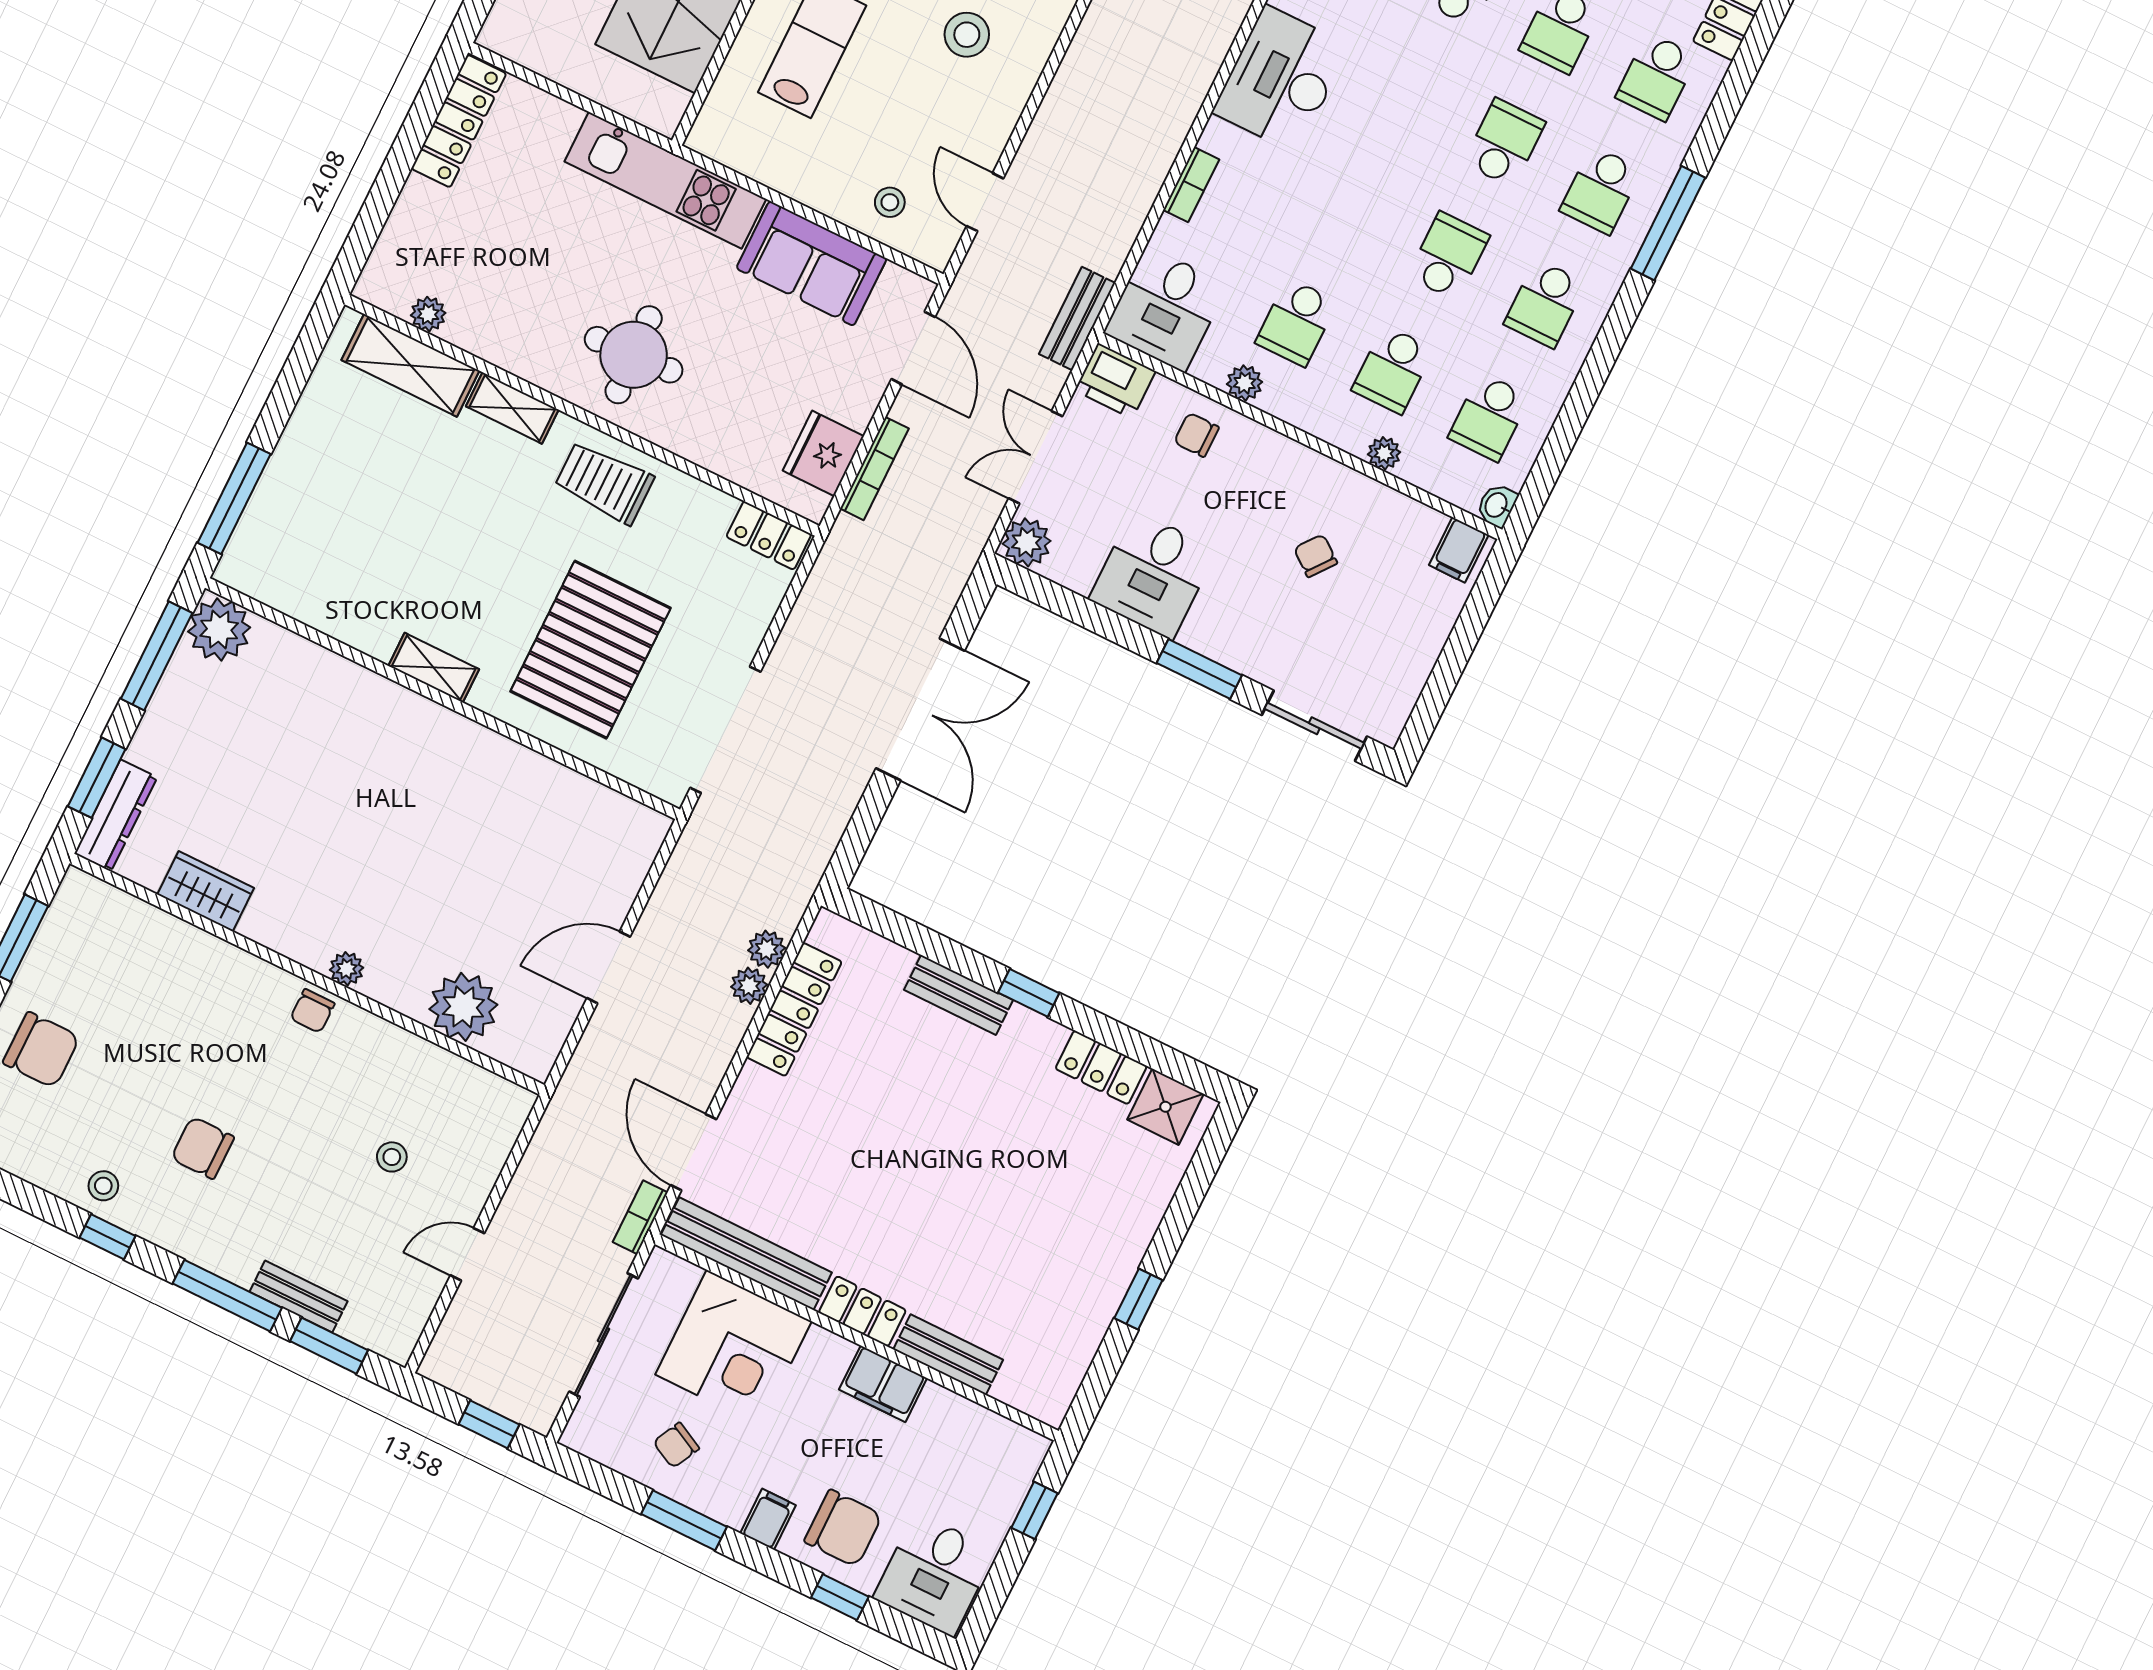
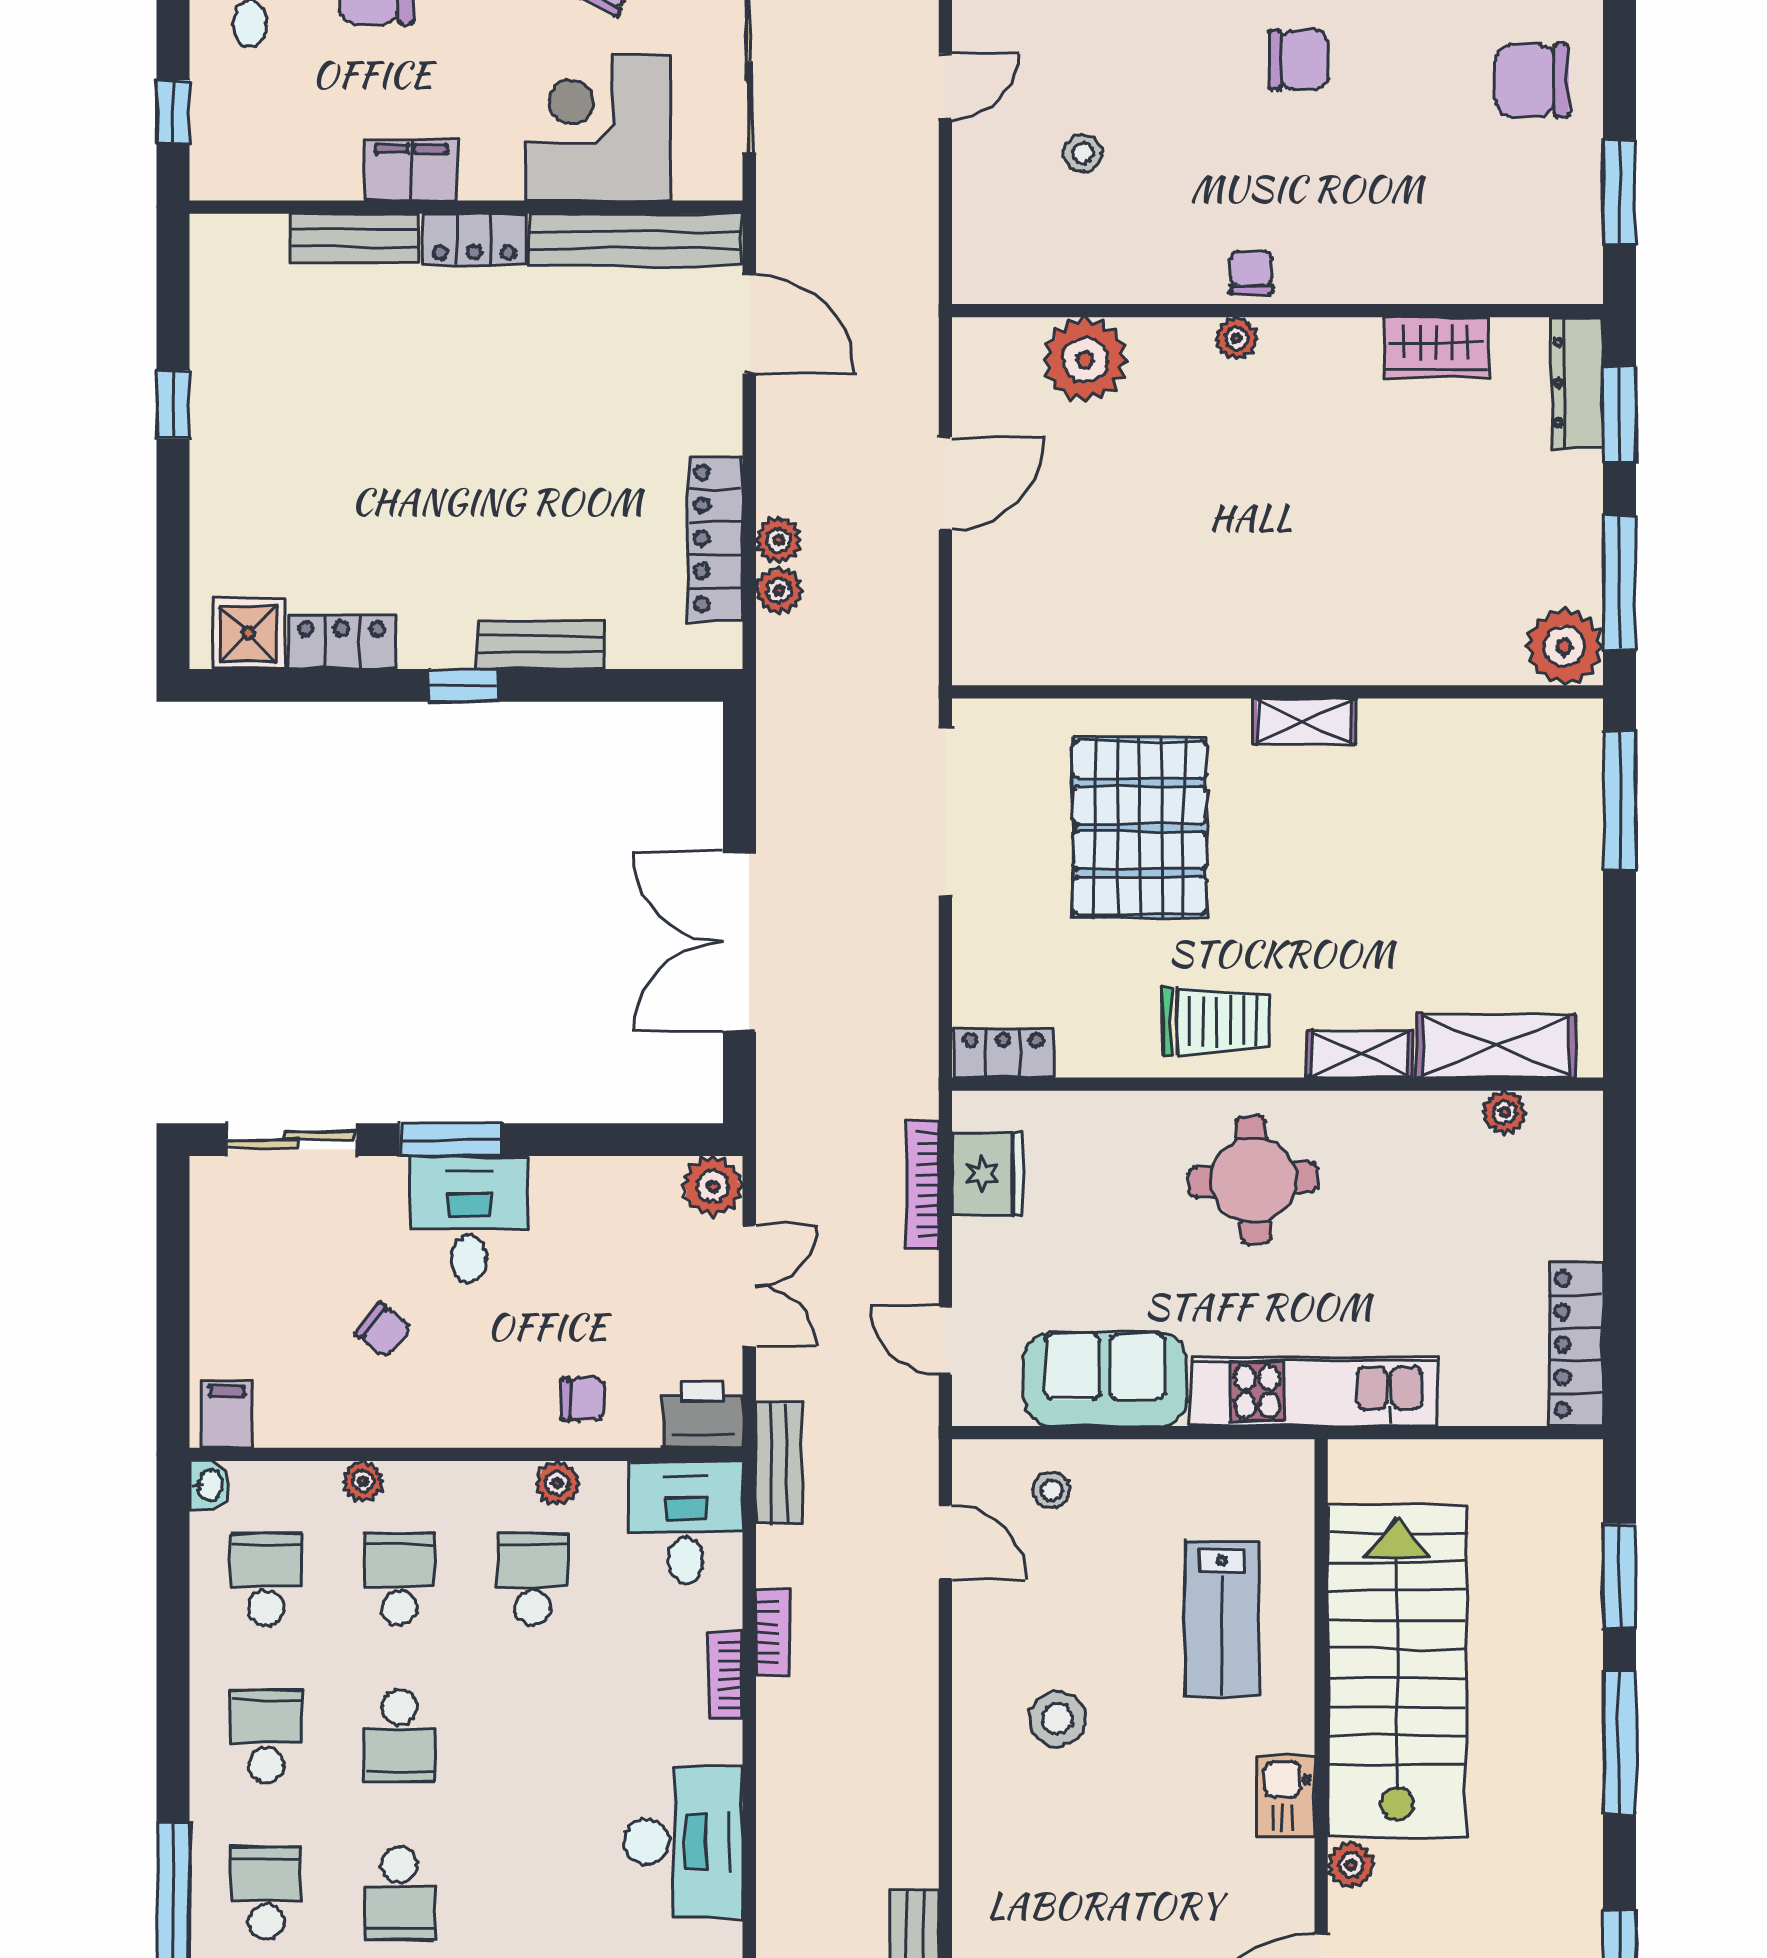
door: (913, 348) -> (945, 1341), width x0.73
desk: (1153, 575) -> (469, 1219), moved
bookcase: (640, 1217) -> (773, 1633), moved

